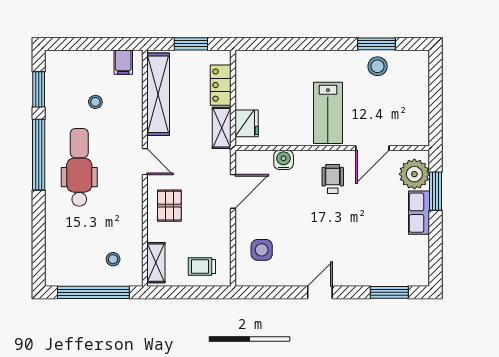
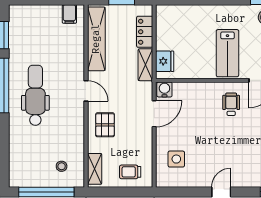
stool: (95, 102) -> (48, 45), removed
water cooler: (284, 160) -> (164, 90), moved

